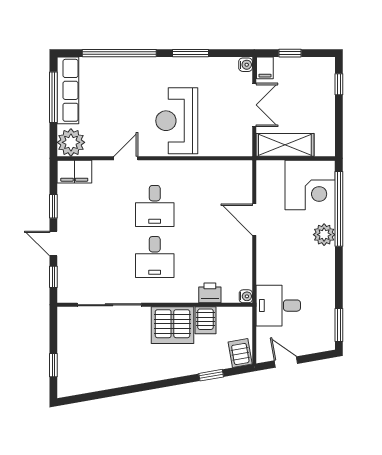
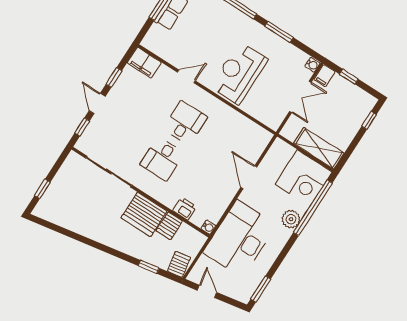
plant: (71, 142) -> (155, 41), removed
shelving: (285, 145) -> (319, 148), moved
desk: (155, 206) -> (185, 123), turned 180
desk: (278, 306) -> (240, 239), width x1.87, depth x1.30

